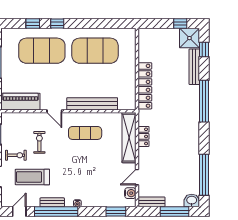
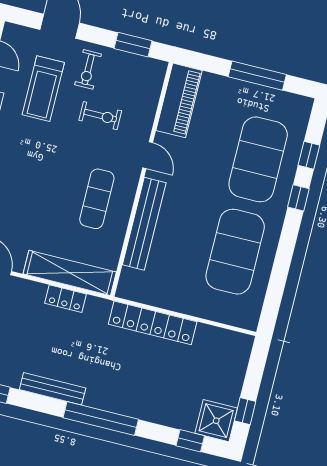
bench: (194, 67) -> (53, 389), moved
door: (54, 111) -> (148, 155), swing flipped
treadmill: (32, 177) -> (43, 89), turned 180

